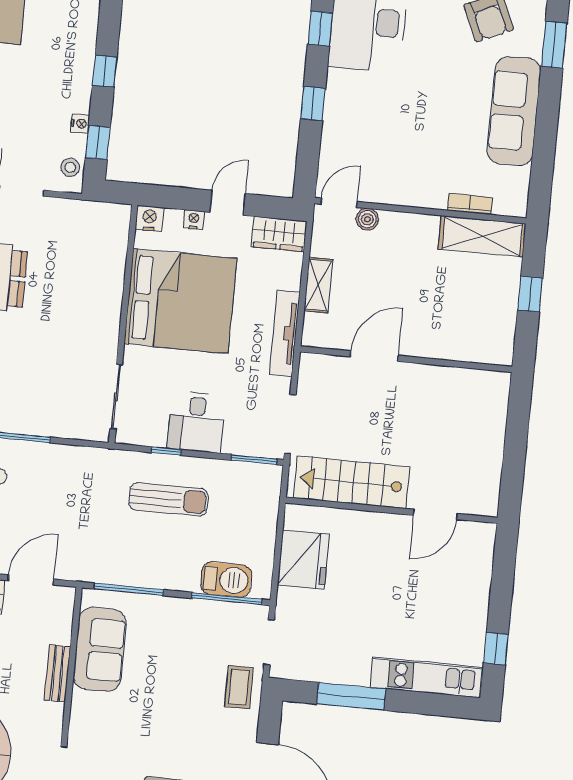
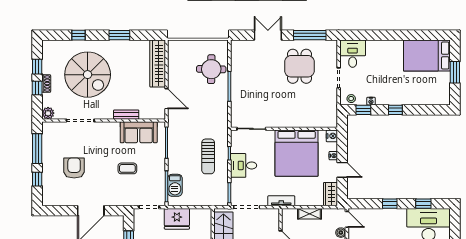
tv unit: (285, 333) -> (281, 201), width x0.71
fridge: (303, 560) -> (177, 219), moved
coffee table: (239, 687) -> (127, 168), moved

